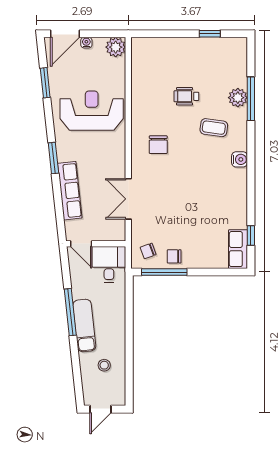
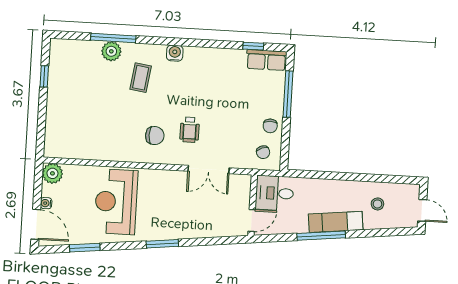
wheelchair: (186, 96) -> (190, 130), moved
row of seats: (70, 191) -> (197, 229), removed
window: (164, 272) -> (288, 94), moved

